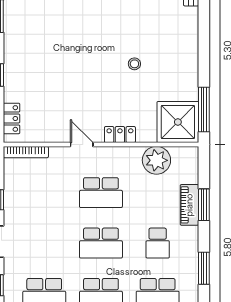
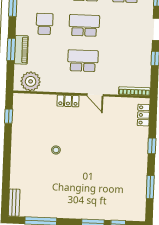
window: (204, 110) -> (9, 116), width x0.46
shower: (178, 122) -> (27, 108), removed
plant: (156, 160) -> (31, 81), moved

